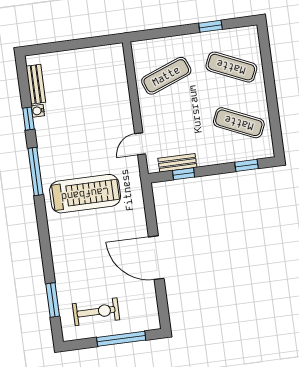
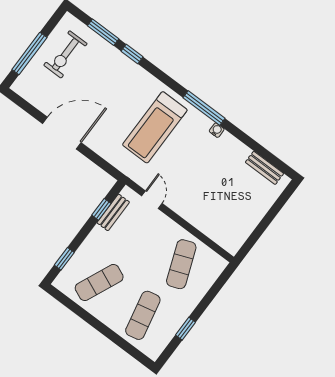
exercise mat: (231, 67) -> (143, 315), turned -36
water cooler: (38, 111) -> (217, 130), moved
window: (28, 119) -> (132, 54), moved

